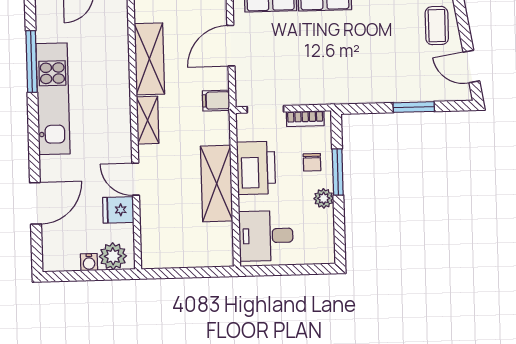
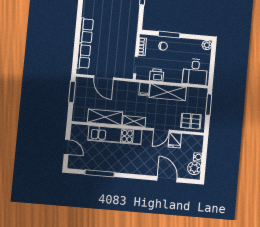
kitchen unit: (53, 99) -> (115, 135), moved, turned 180
filing cabinet: (216, 101) -> (144, 89), moved
printer: (256, 168) -> (157, 75), width x0.53, depth x0.68
plant: (324, 198) -> (207, 45), moved
pallet: (162, 239) -> (191, 121), added
plant: (113, 256) -> (194, 168), moved
window: (201, 272) -> (209, 104), added

